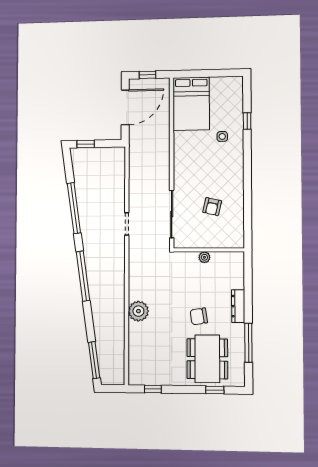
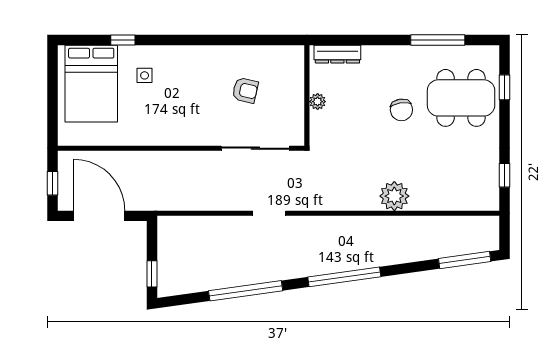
bed: (191, 104) -> (91, 84), moved, turned 90
dresser: (238, 306) -> (337, 54), moved

